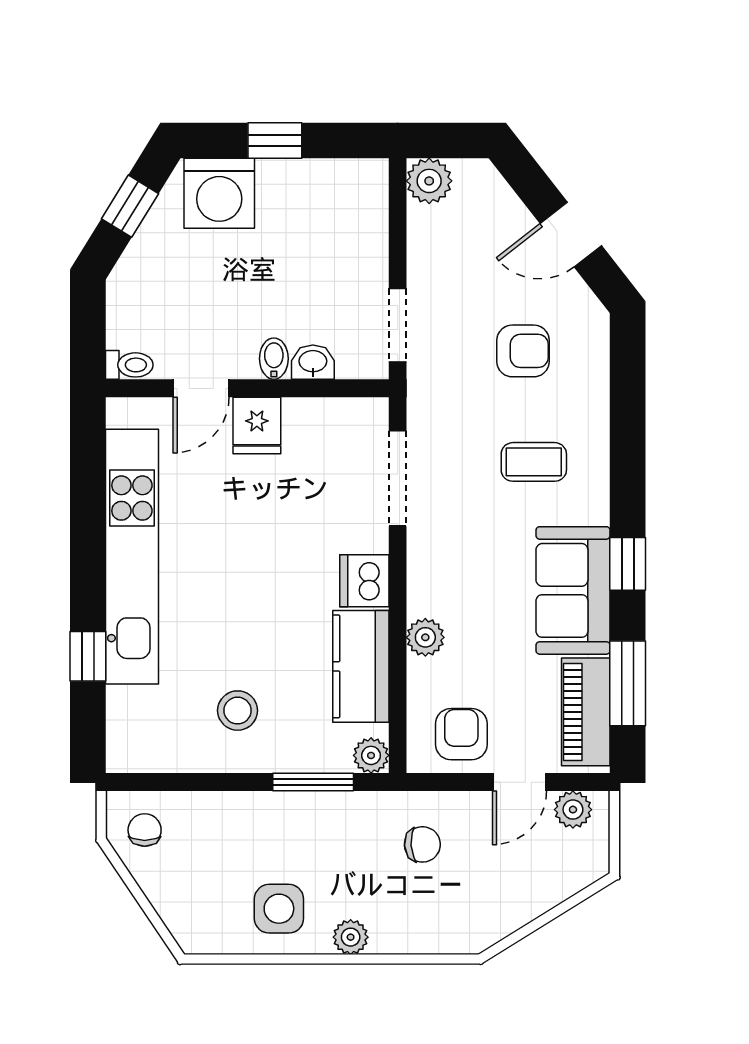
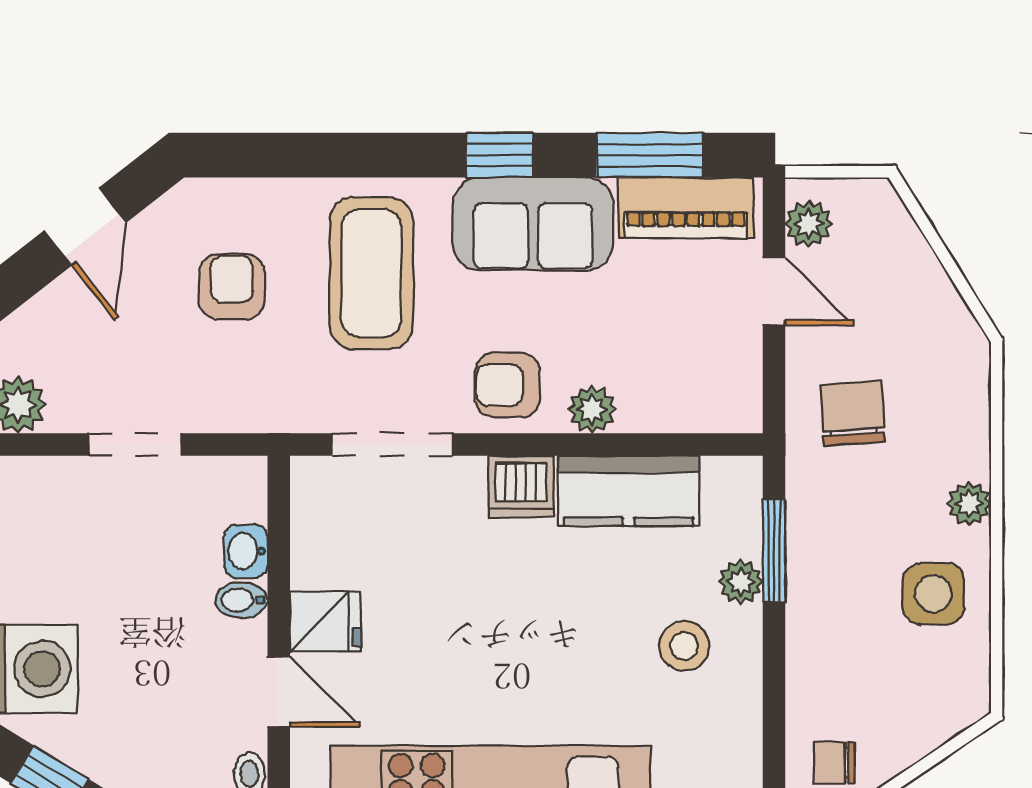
doorway: (398, 325) -> (135, 444), moved
coffee table: (534, 462) -> (371, 273), width x1.86, depth x1.72
armchair: (461, 734) -> (507, 385), moved
plant: (371, 755) -> (741, 582), moved
chair: (422, 844) -> (853, 413), width x1.37, depth x1.37

